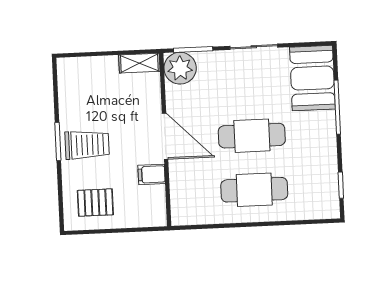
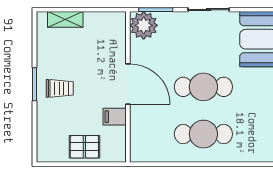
shelving: (139, 63) -> (65, 19), moved
trolley: (87, 145) -> (60, 88), width x0.73, depth x0.72
pallet: (95, 203) -> (84, 147), moved

